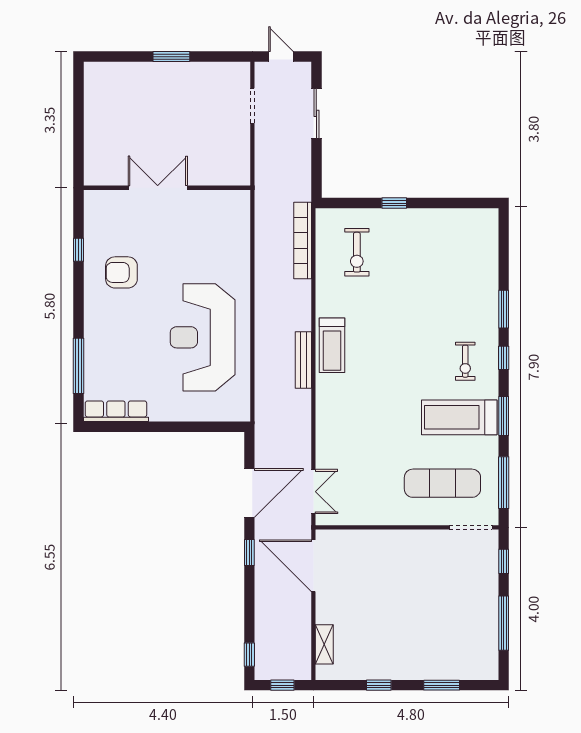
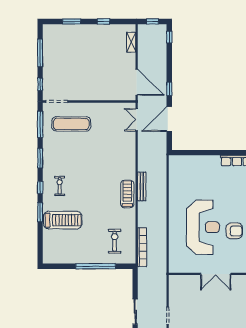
window: (394, 203) -> (96, 266), width x3.17
reception desk: (203, 337) -> (203, 227), moved
treadmill: (459, 417) -> (63, 220), moved

